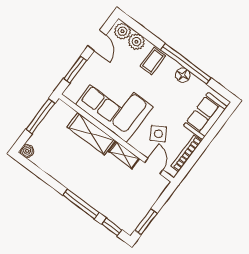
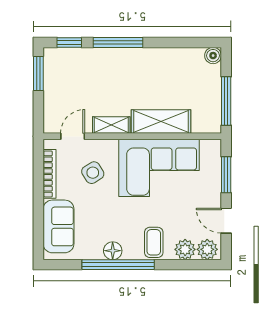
door: (154, 166) -> (73, 136), swing flipped

